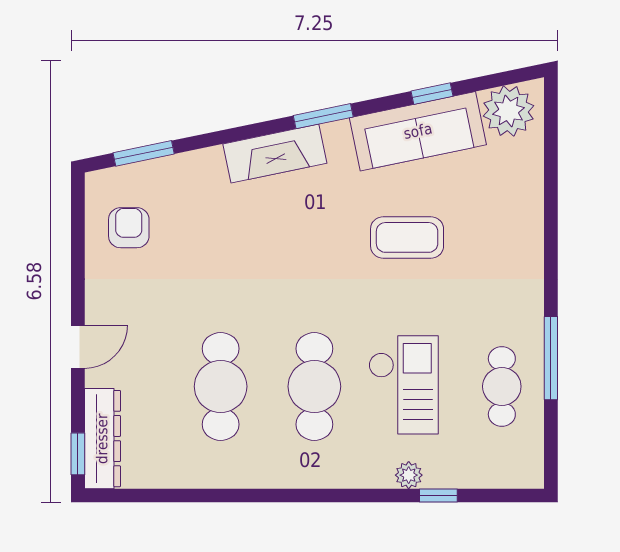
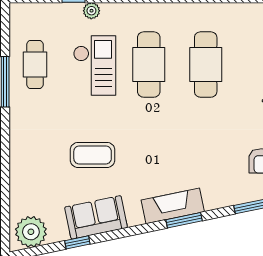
window: (323, 116) -> (184, 220), moved
sofa: (418, 131) -> (96, 217), width x0.73
checkout: (403, 385) -> (95, 66), turned 180

